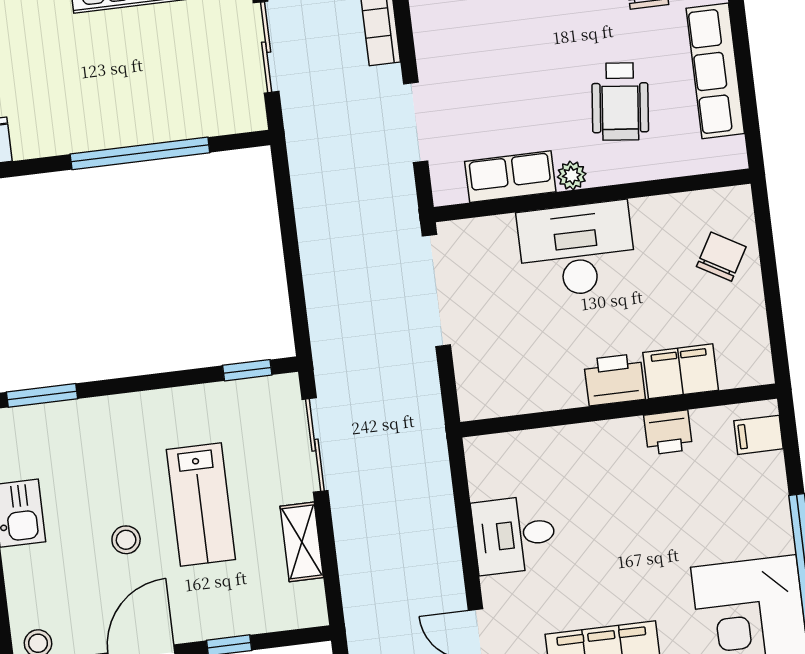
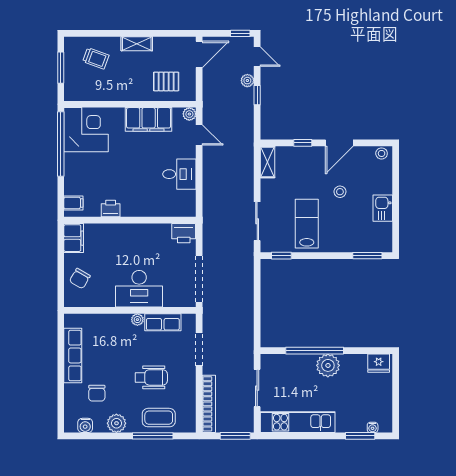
wheelchair: (620, 102) -> (151, 377), moved, turned 84
plant: (104, 122) -> (328, 365), added
filing cabinet: (681, 371) -> (74, 238), moved, turned -90
printer: (615, 380) -> (184, 233), moved
lab bench: (201, 505) -> (307, 224), moved
shelving: (302, 542) -> (267, 162), moved

